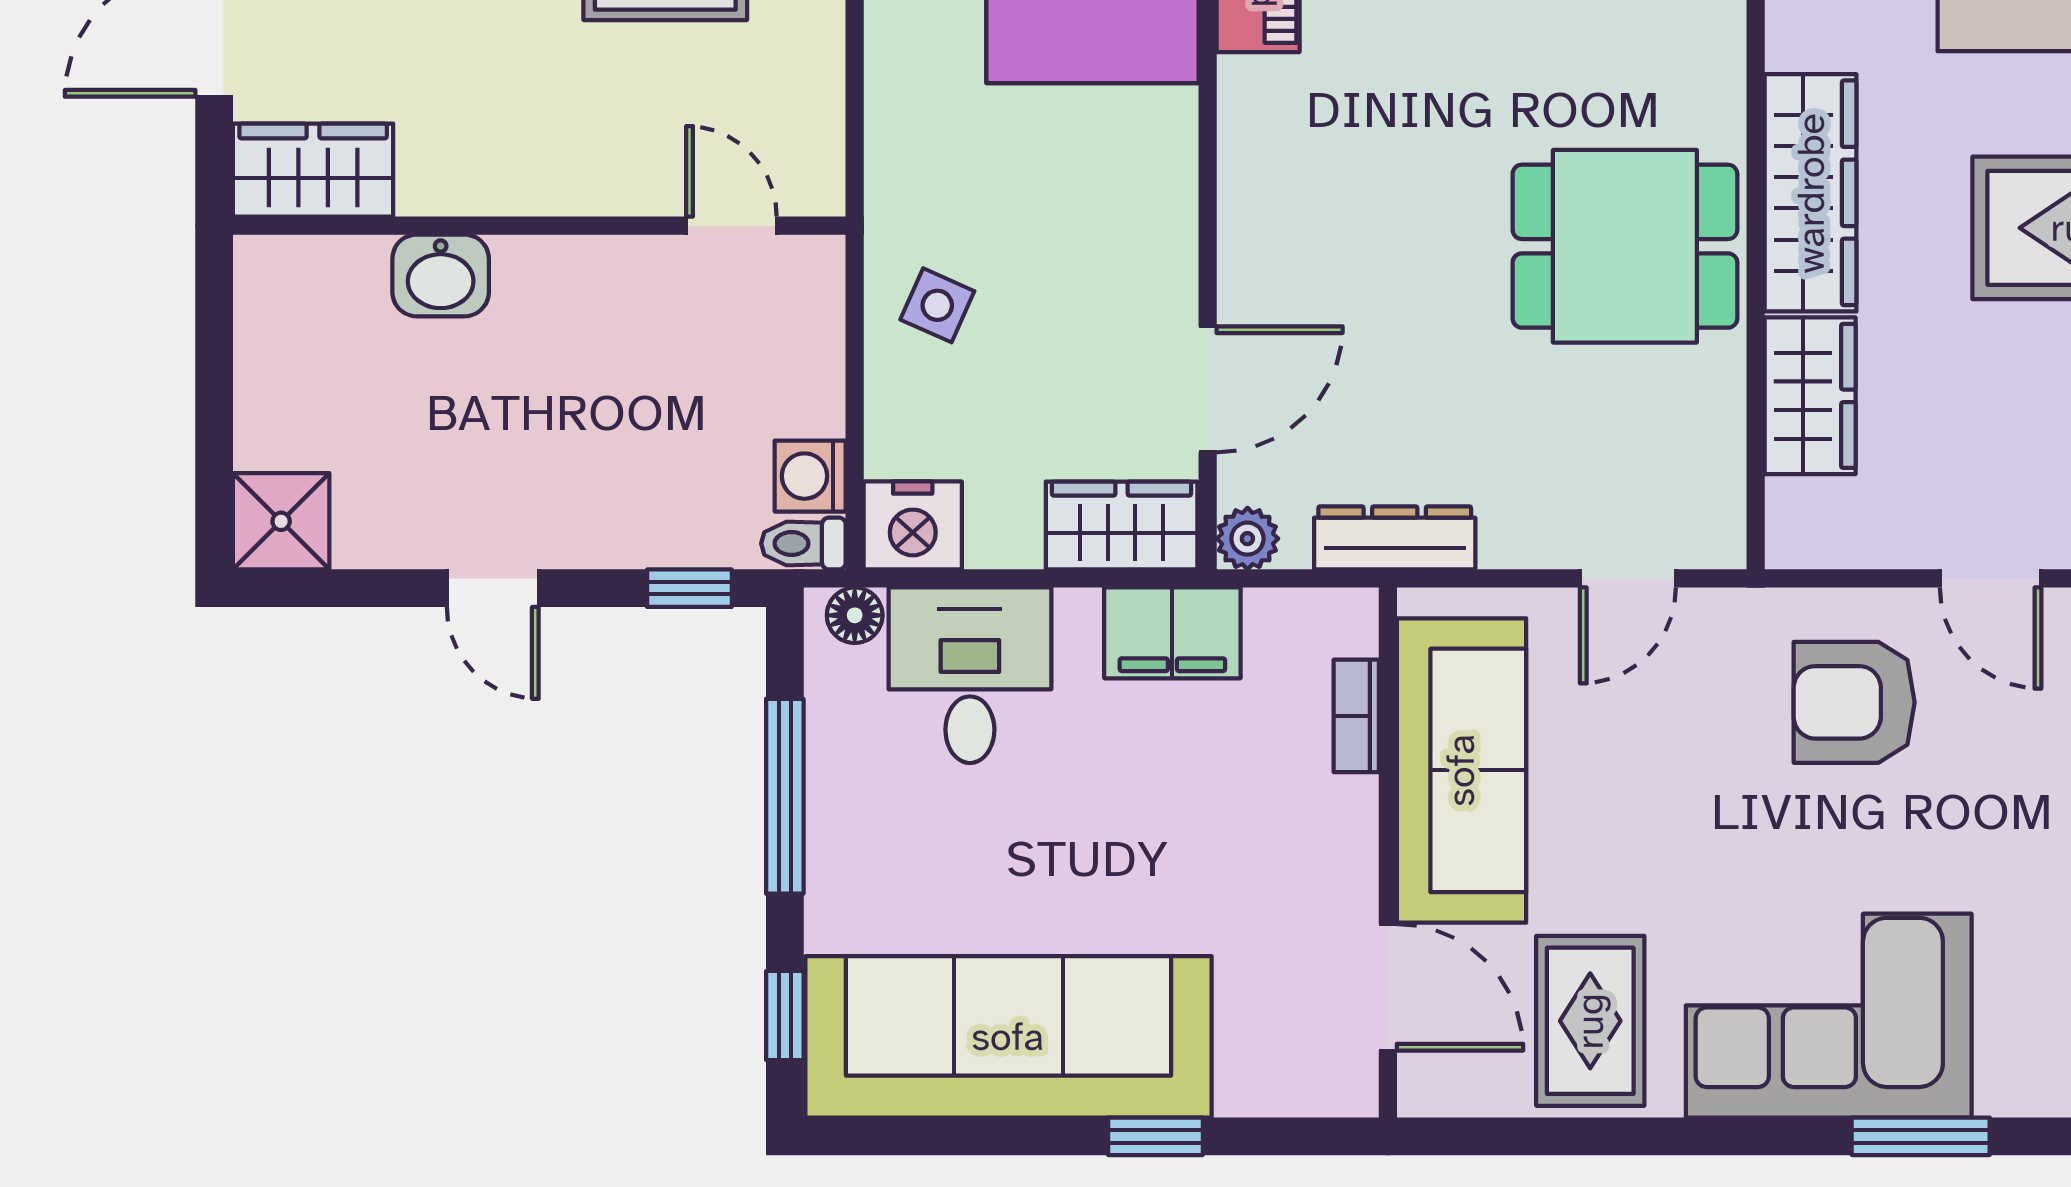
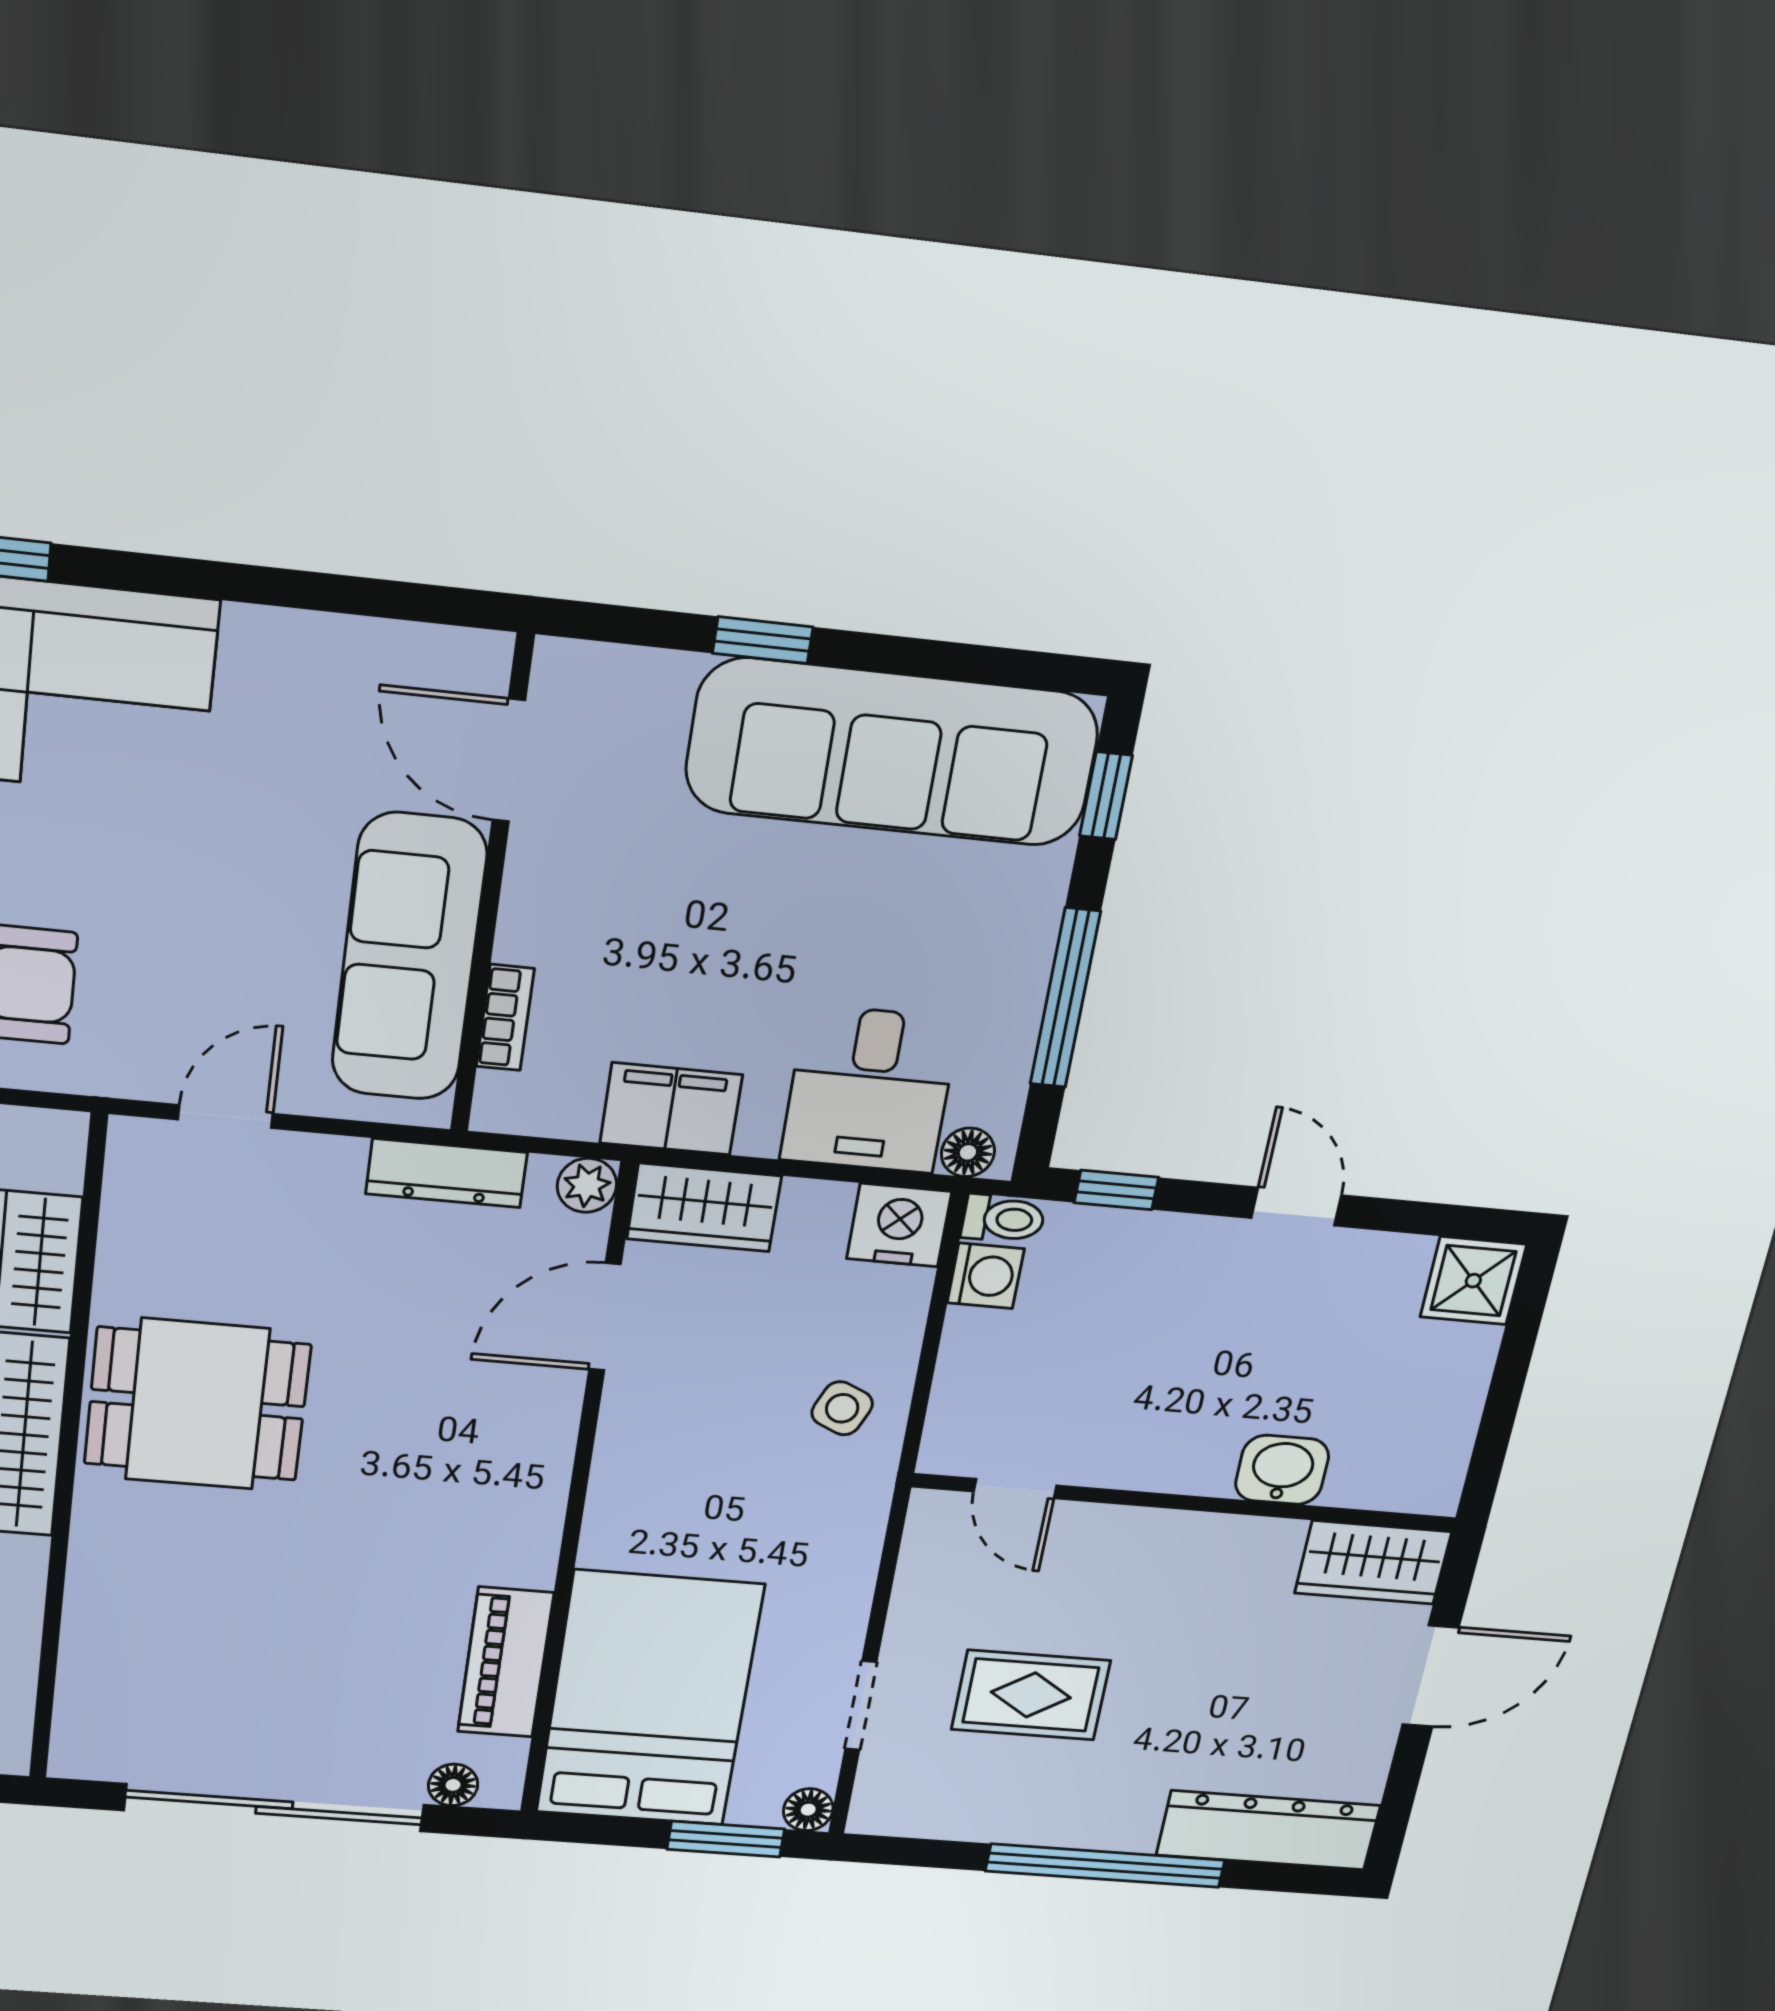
rug: (1590, 1021) -> (308, 706), removed

